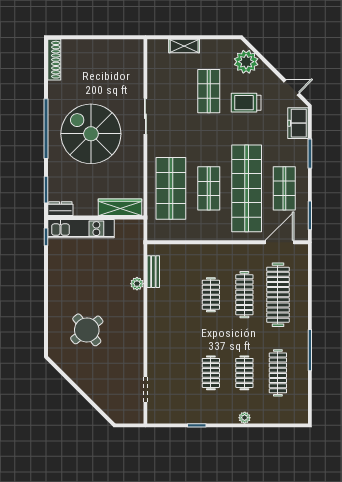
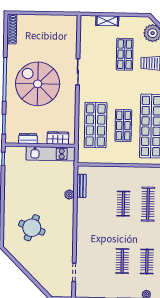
wardrobe: (120, 207) -> (58, 138), width x0.67
dresser: (60, 209) -> (28, 139), moved
kitchen unit: (81, 229) -> (51, 154), moved
round table: (87, 330) -> (32, 228), turned -30

